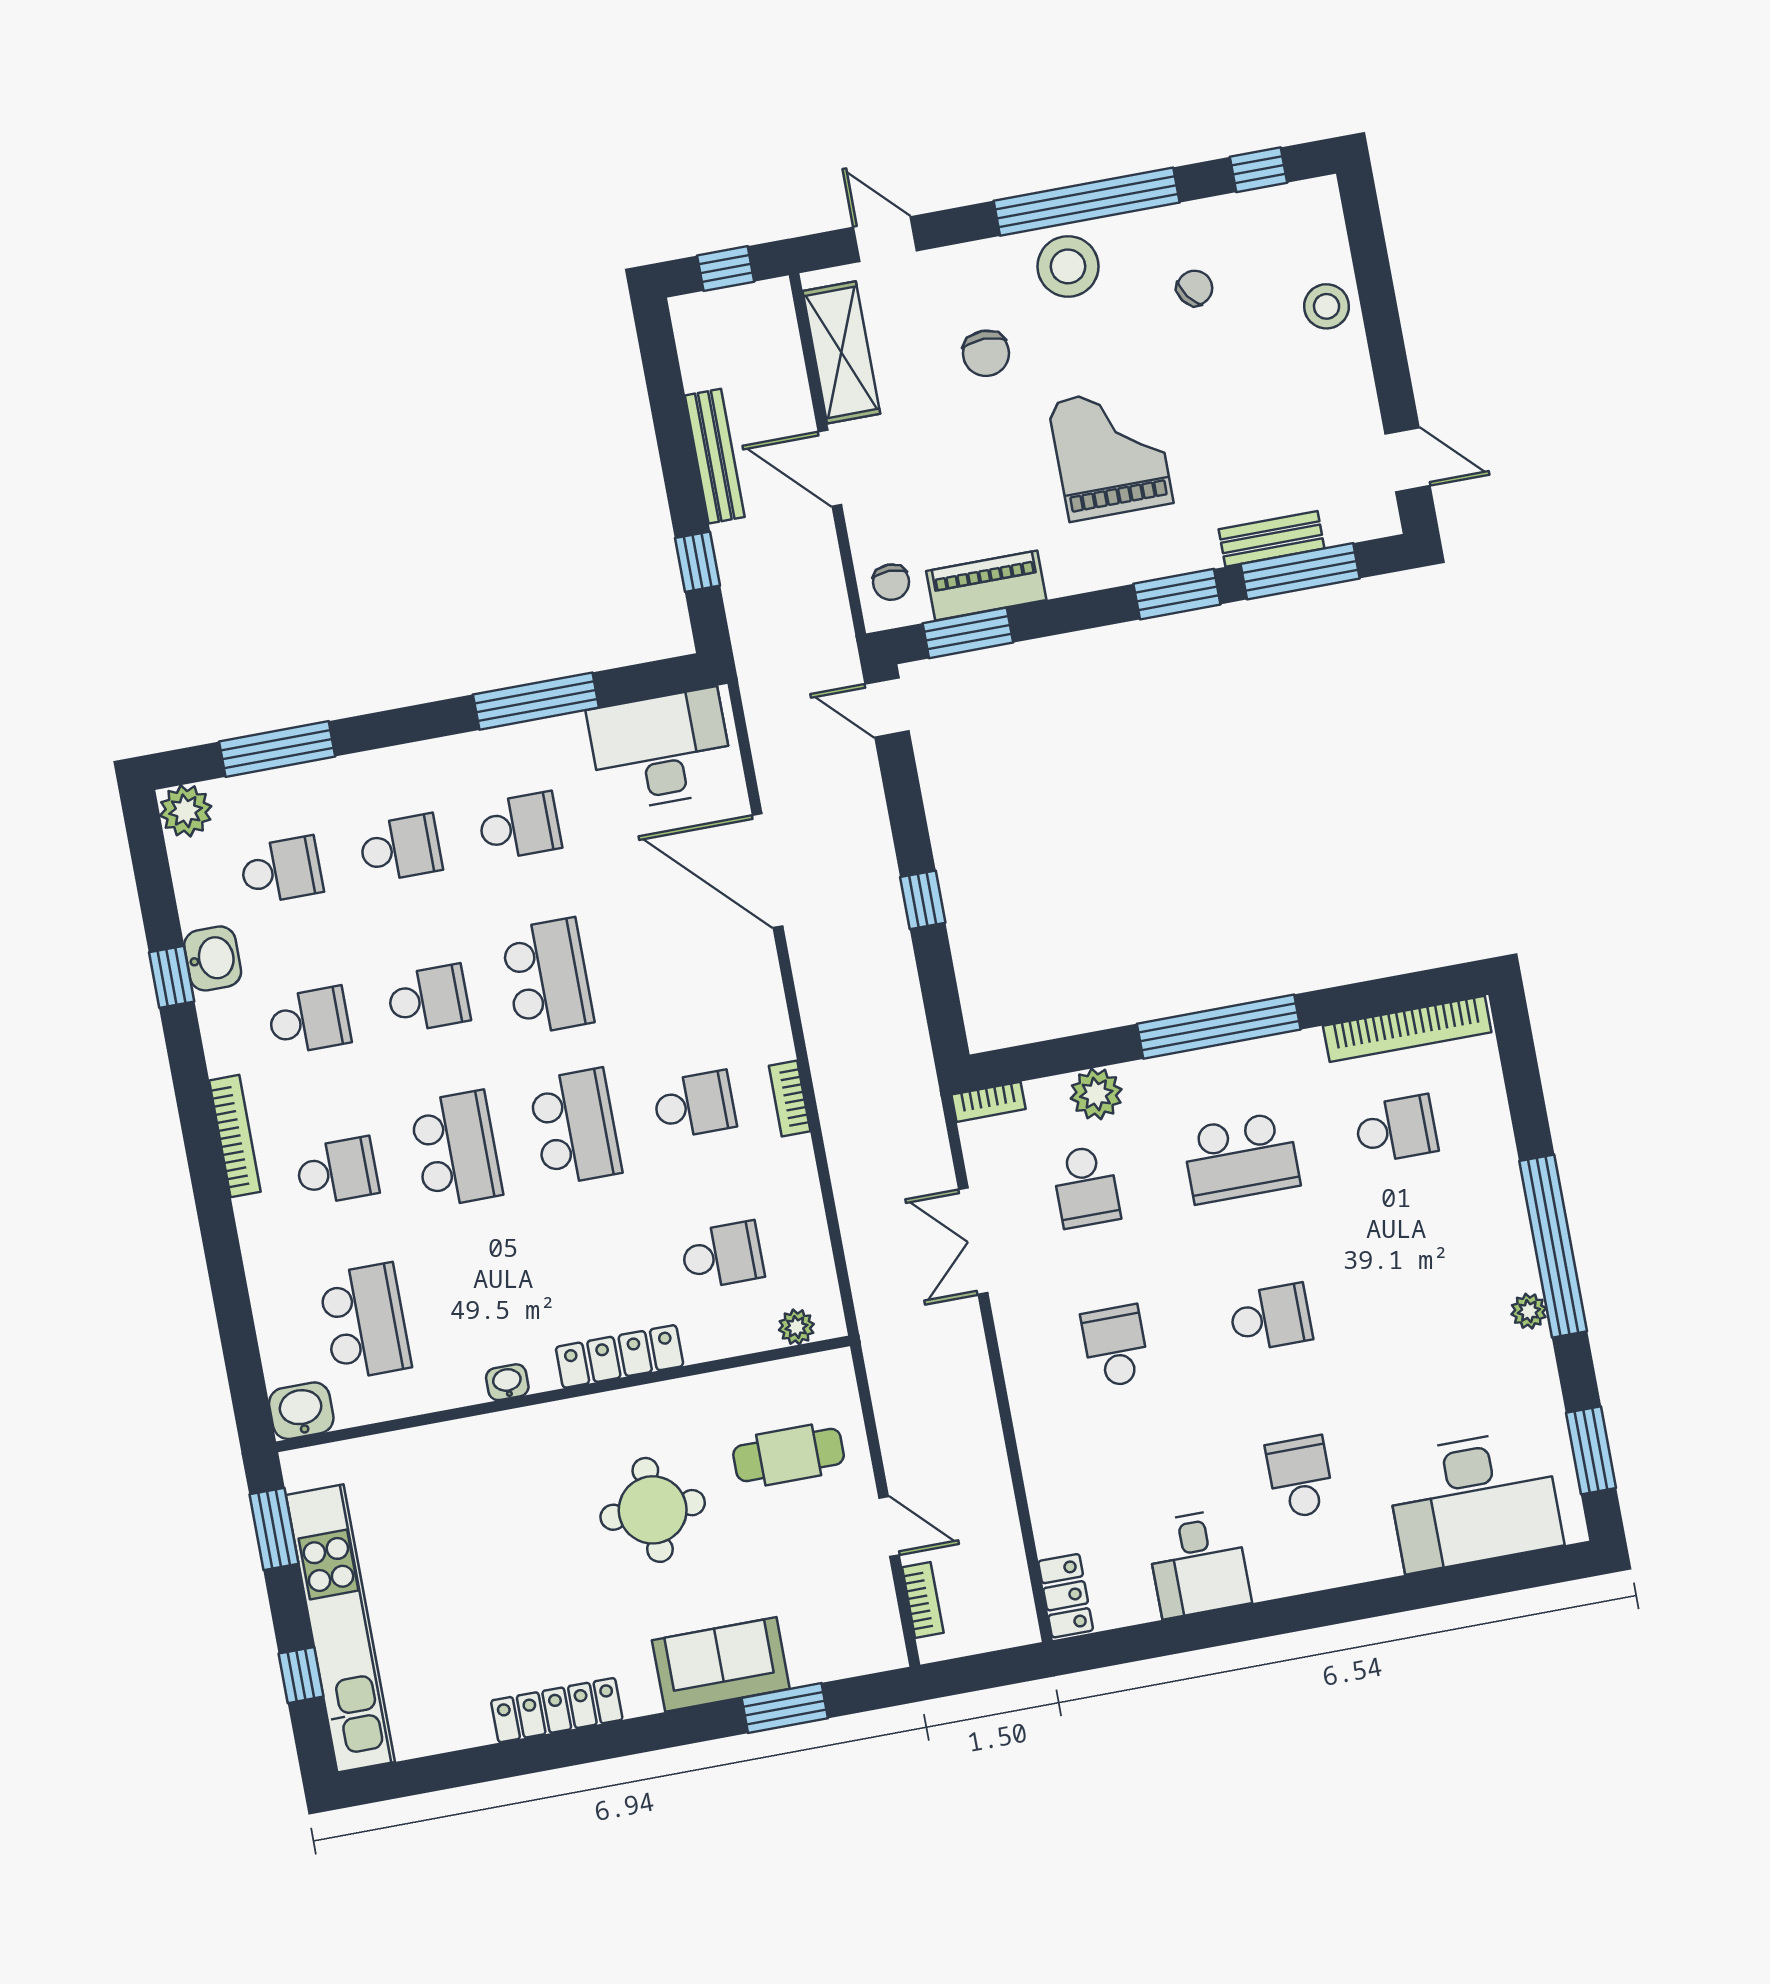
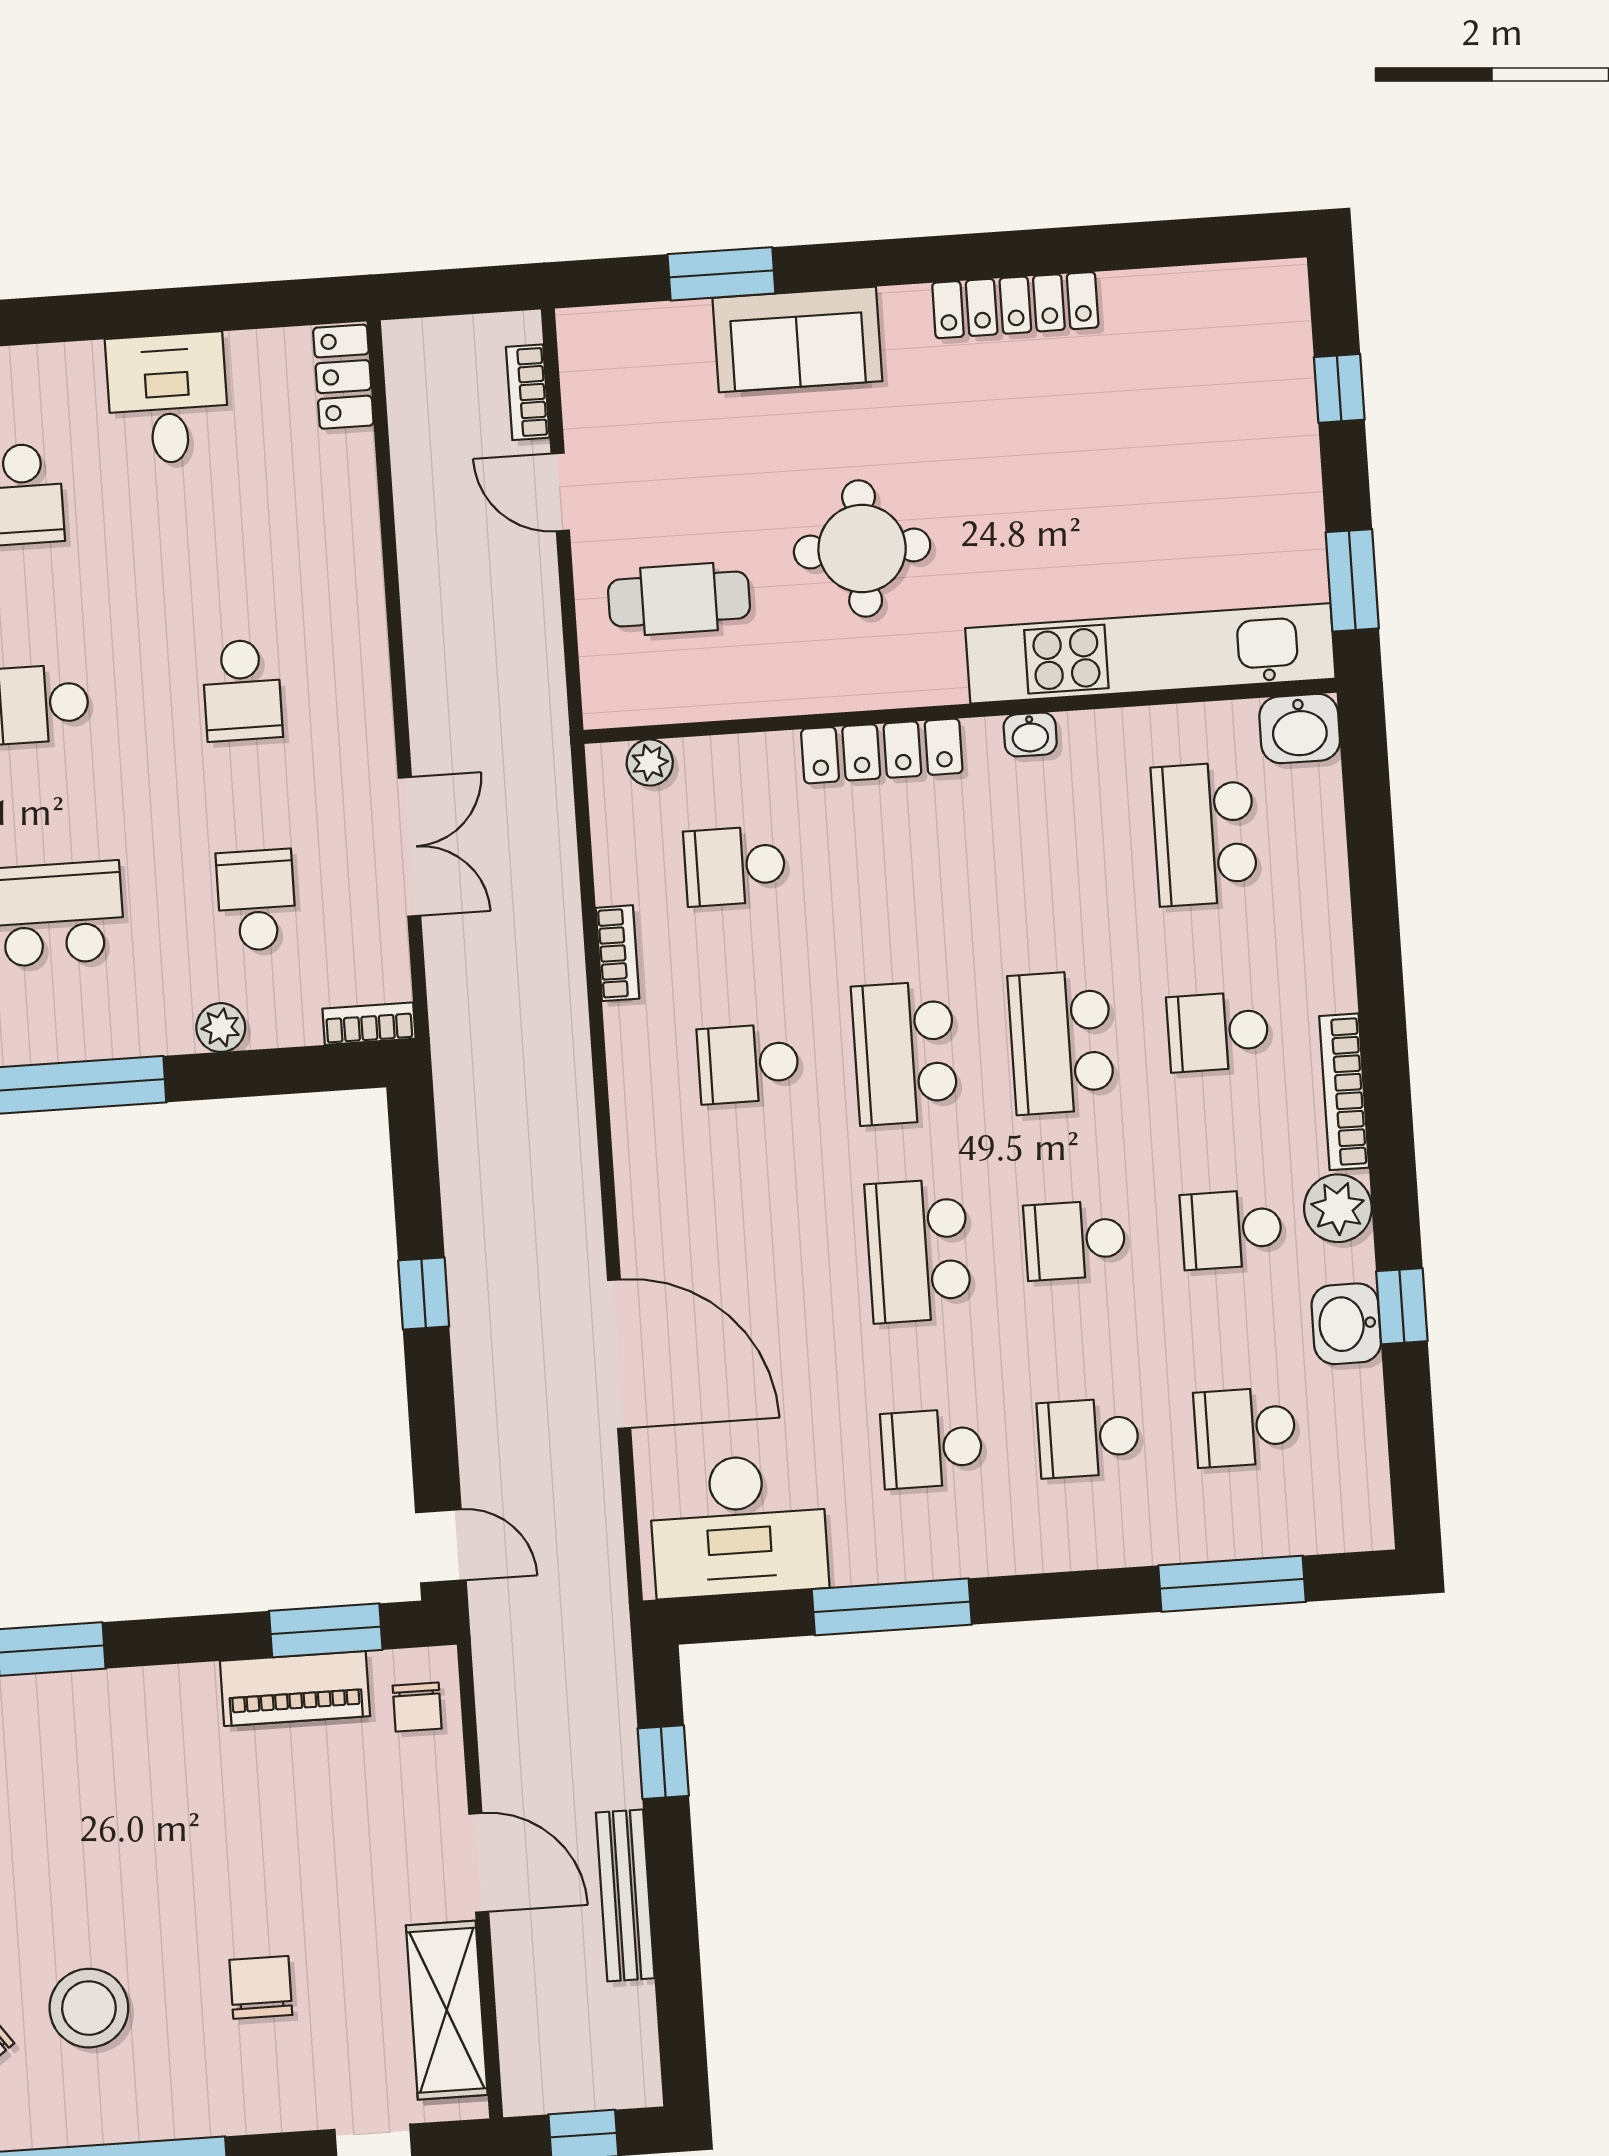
stool: (1068, 266) -> (89, 2008), moved
grand piano: (1111, 453) -> (115, 1841), removed
chair: (891, 582) -> (417, 1707), turned 180
plant: (186, 811) -> (1338, 1208), moved
plant: (1096, 1094) -> (221, 1028), width x0.73, depth x0.73
bookcase: (790, 1098) -> (617, 953), moved
kitchen unit: (340, 1628) -> (1150, 653), moved, turned 90

